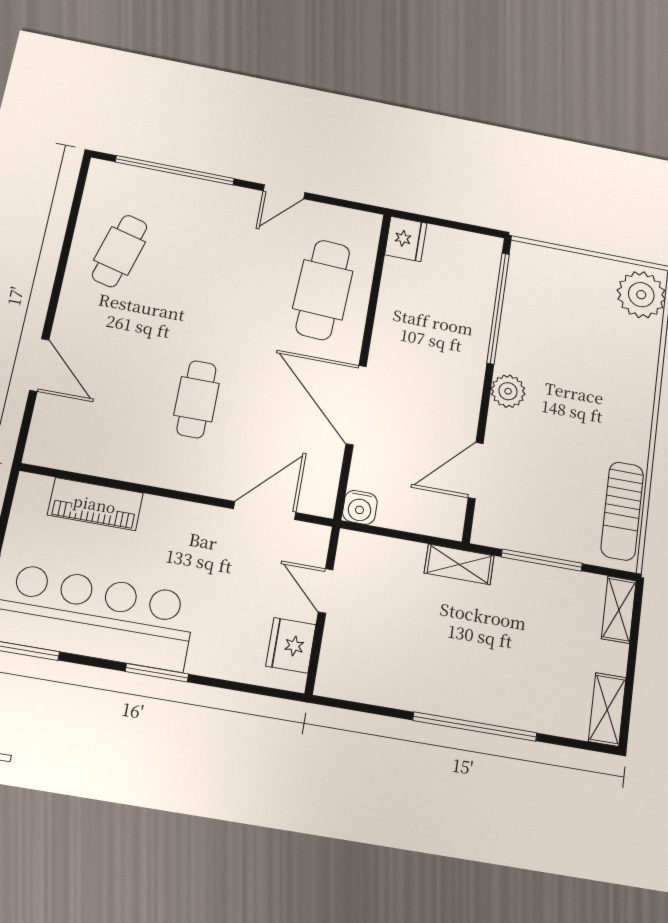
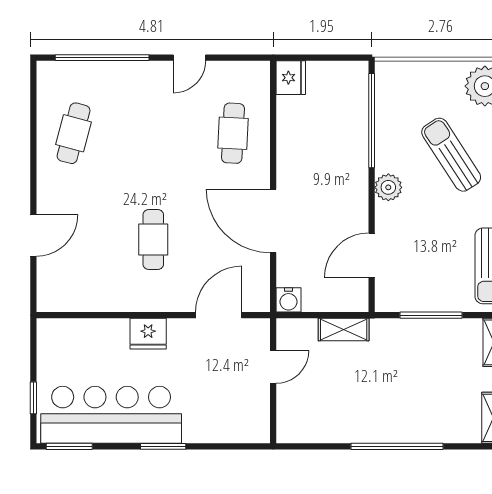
cafe table: (323, 290) -> (233, 133), width x0.73, depth x0.74
door: (39, 365) -> (33, 235), hinge flipped
sun lounger: (591, 367) -> (451, 155), added
piano: (95, 504) -> (96, 333), removed
shelving: (459, 564) -> (344, 329), moved
door: (326, 591) -> (273, 367), swing flipped
fridge: (291, 645) -> (148, 334), moved, turned -90

